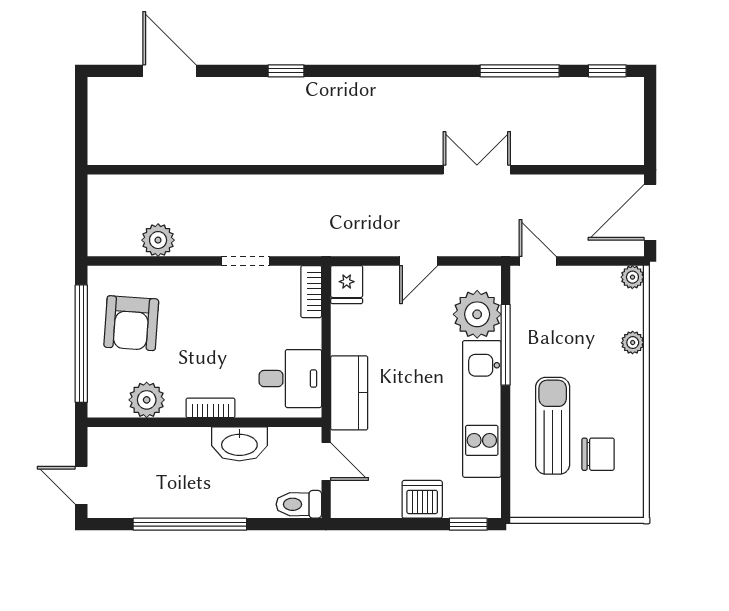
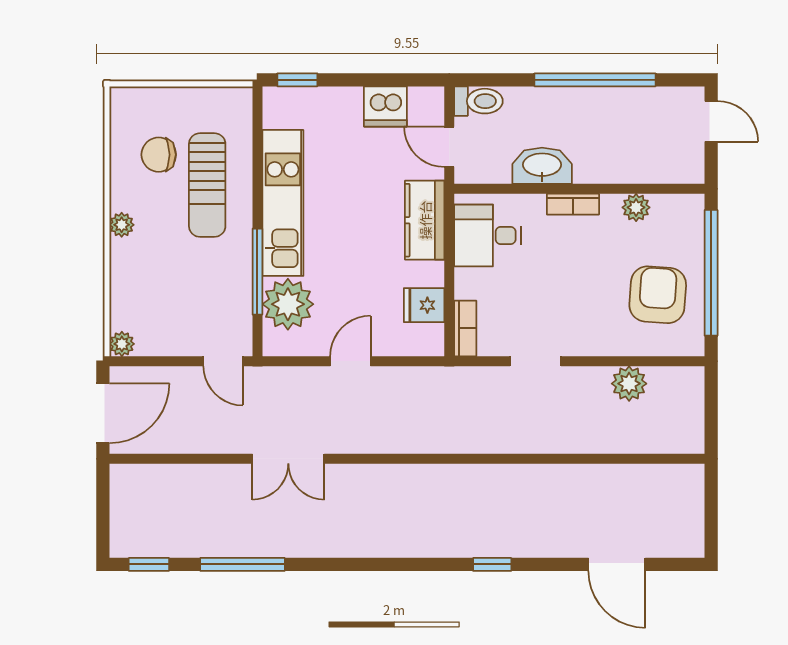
fridge: (347, 285) -> (424, 305), moved, turned -90
plant: (633, 343) -> (122, 225), moved
plant: (147, 400) -> (636, 207), width x0.73, depth x0.73
dishwasher: (422, 499) -> (385, 106), moved

